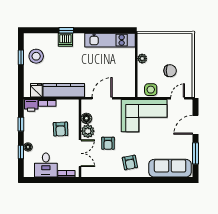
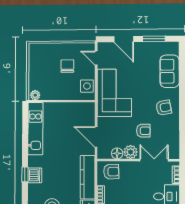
plant: (142, 59) -> (35, 95), moved
armchair: (61, 129) -> (111, 172), moved
sofa: (170, 168) -> (170, 71), width x0.73

